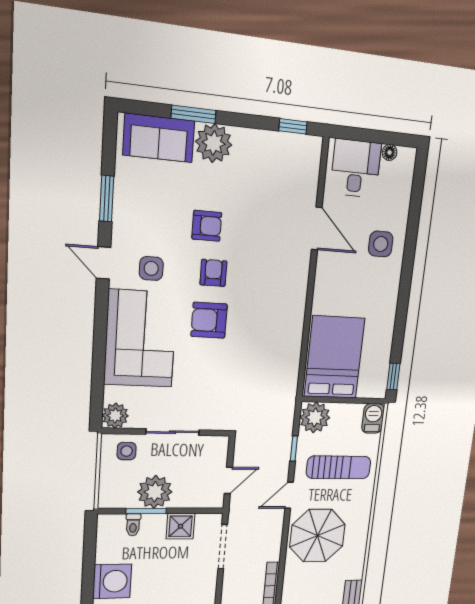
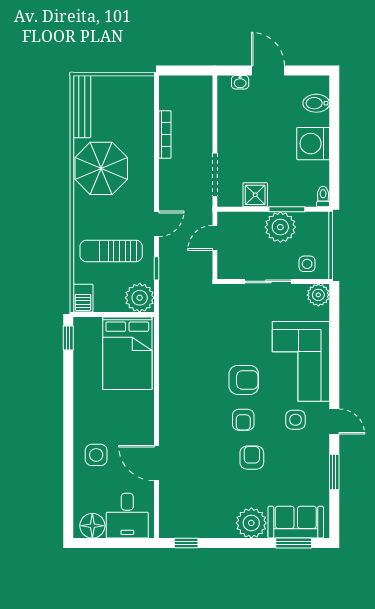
window: (194, 114) -> (294, 543), moved
floor lamp: (390, 152) -> (92, 526), width x1.89, depth x1.89
armchair: (207, 226) -> (252, 458), turned 90
toilet: (133, 525) -> (323, 197), moved
parasol: (317, 536) -> (101, 168), moved

